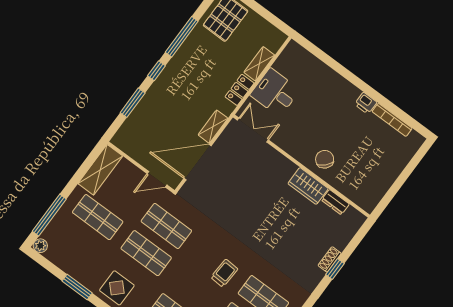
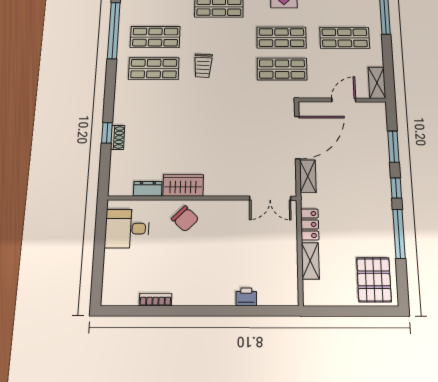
desk: (275, 92) -> (127, 229), moved, turned 180
printer: (366, 103) -> (246, 297), moved
bookcase: (392, 120) -> (156, 300), width x0.64
shelving: (100, 170) -> (377, 83), width x0.67, depth x0.75
door: (157, 179) -> (344, 100), moved

